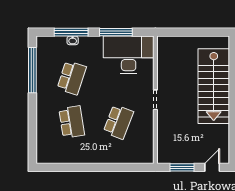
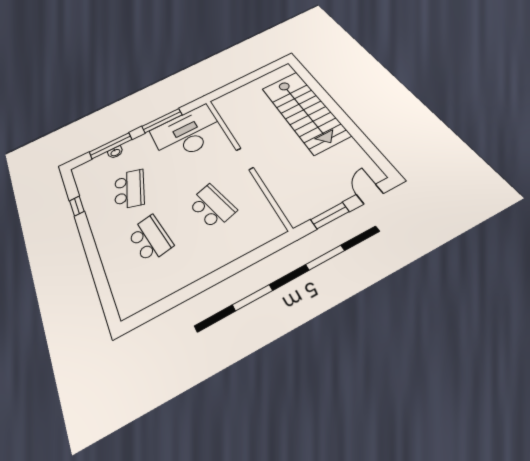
window: (32, 70) -> (77, 206), width x0.32
school desk: (118, 122) -> (212, 206), turned -36

